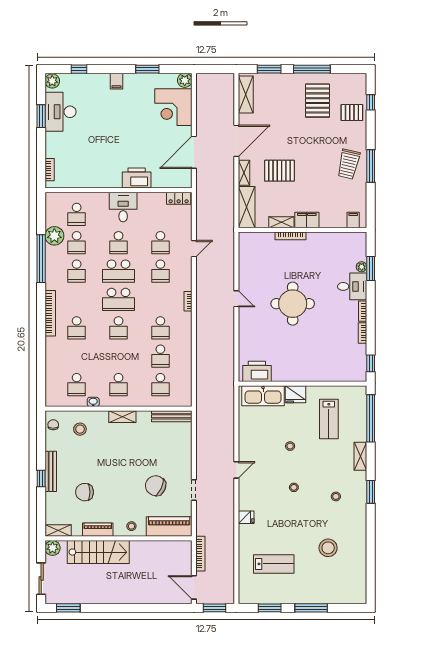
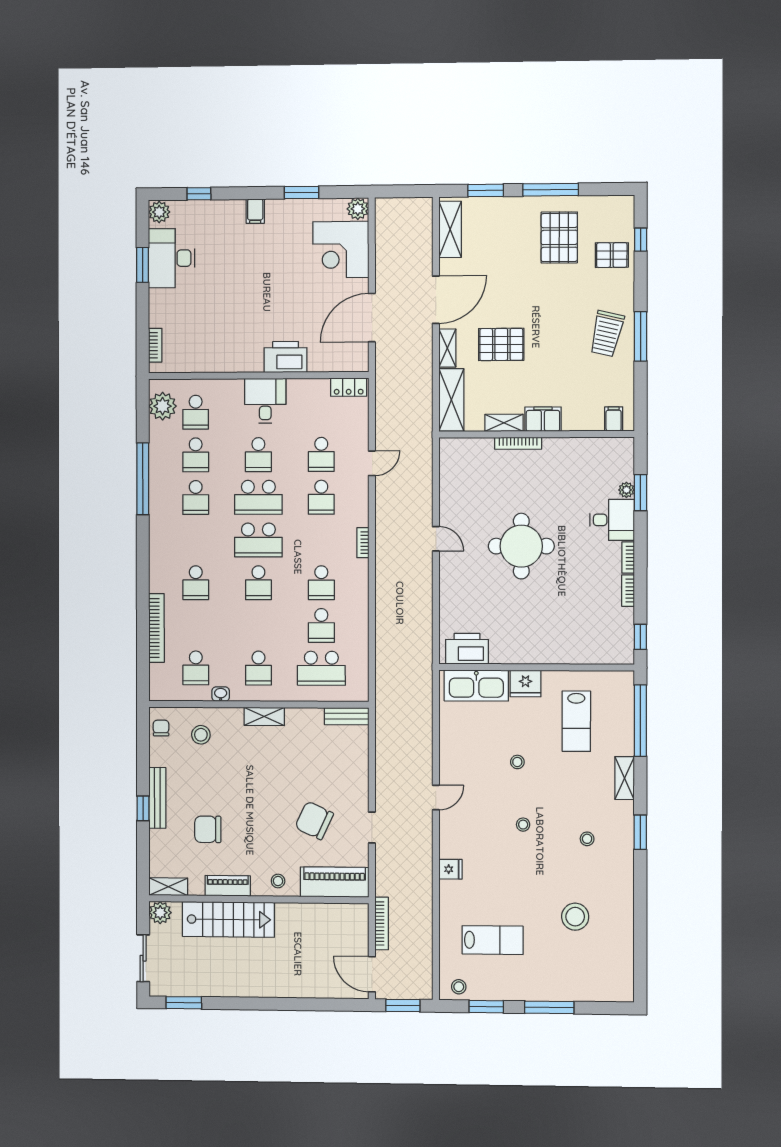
plant: (54, 236) -> (163, 406), moved
bookcase: (50, 313) -> (156, 628), moved
school desk: (160, 385) -> (321, 668), width x1.85
bench: (172, 416) -> (347, 716), width x0.73
stool: (251, 595) -> (459, 987), added

